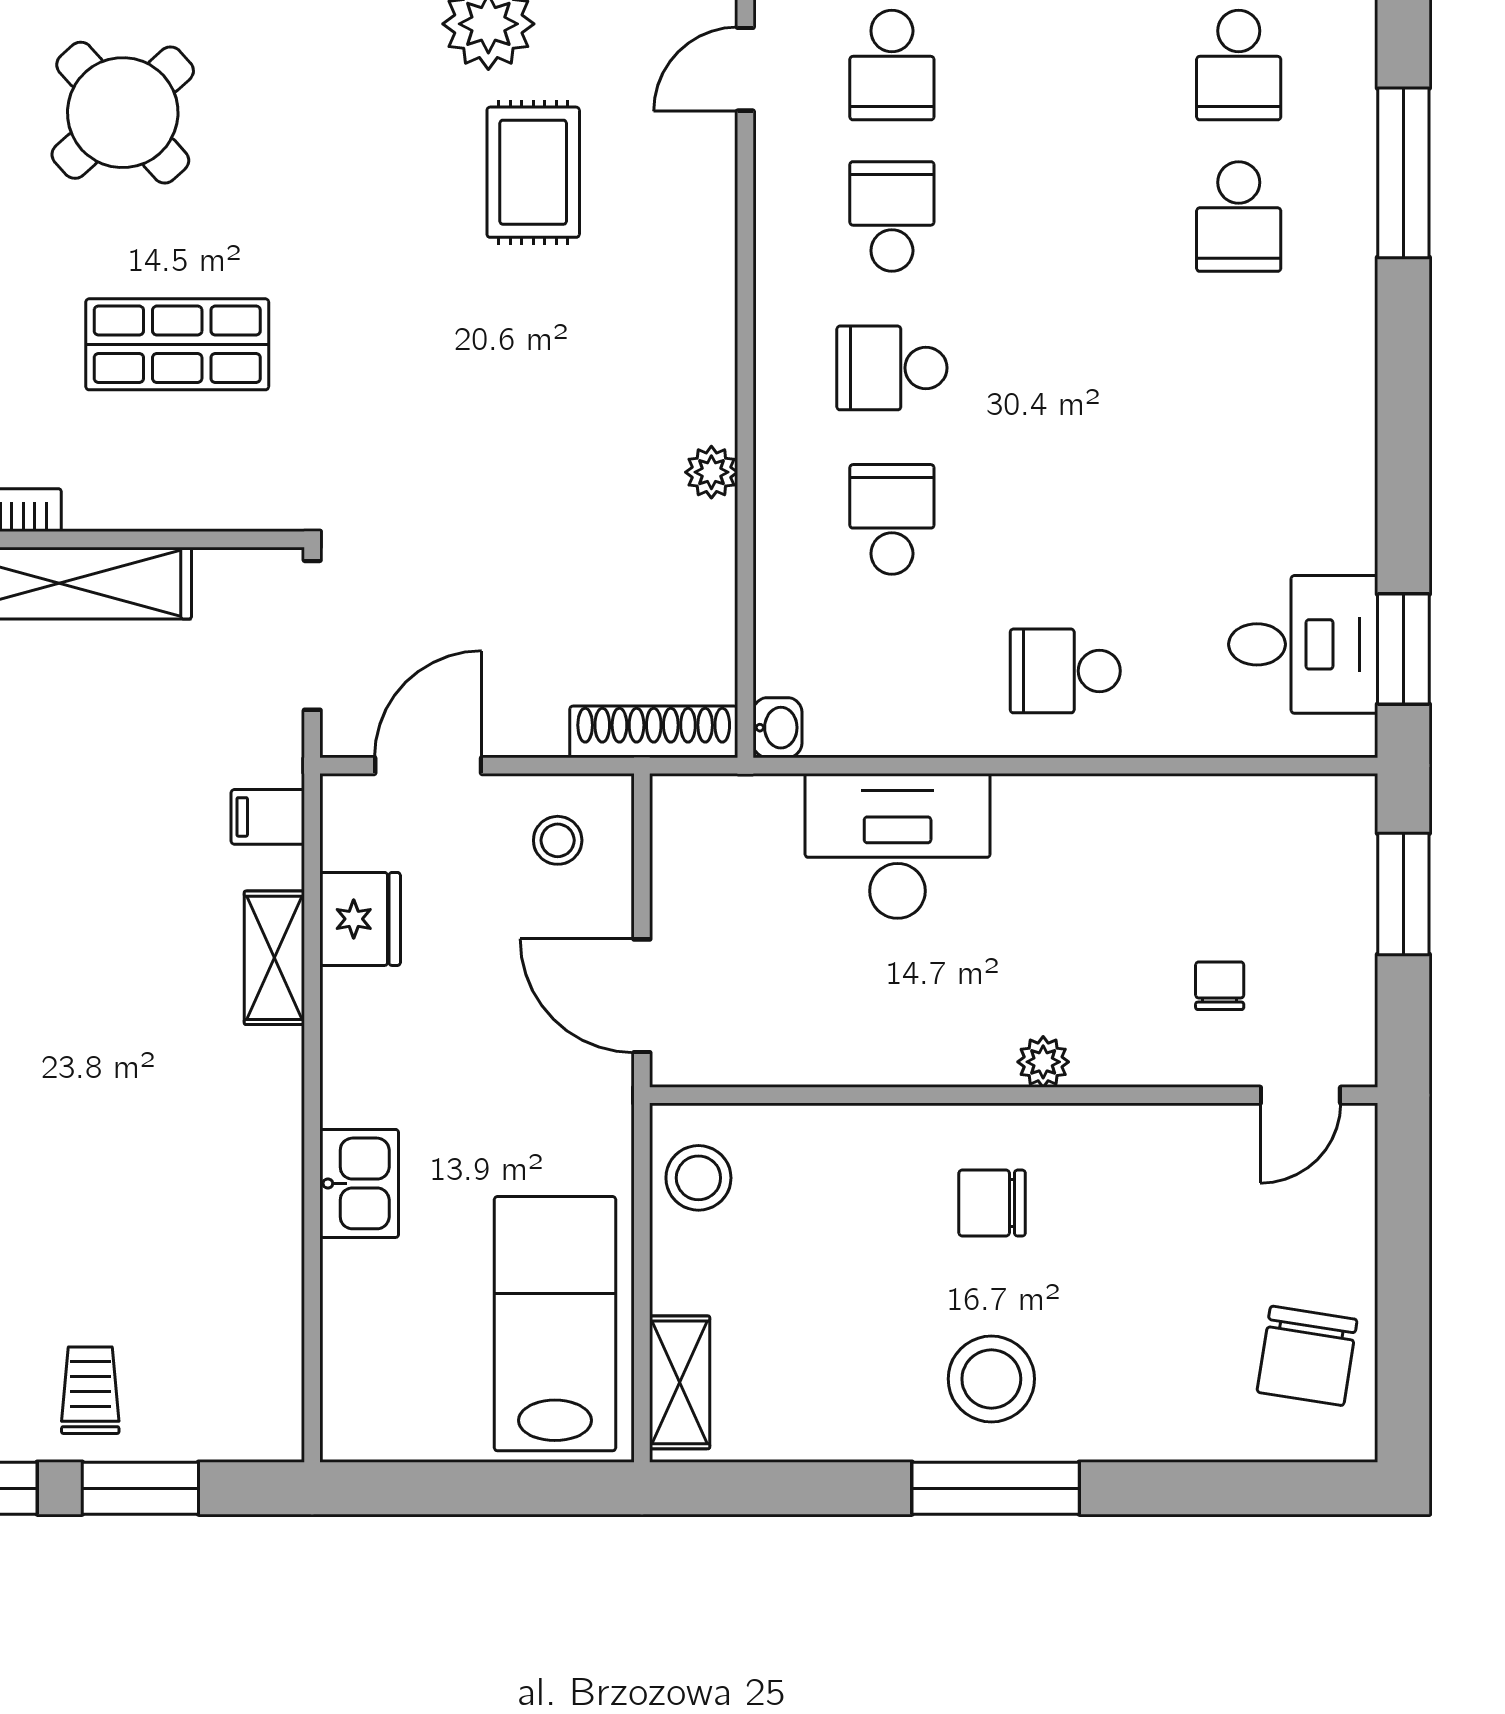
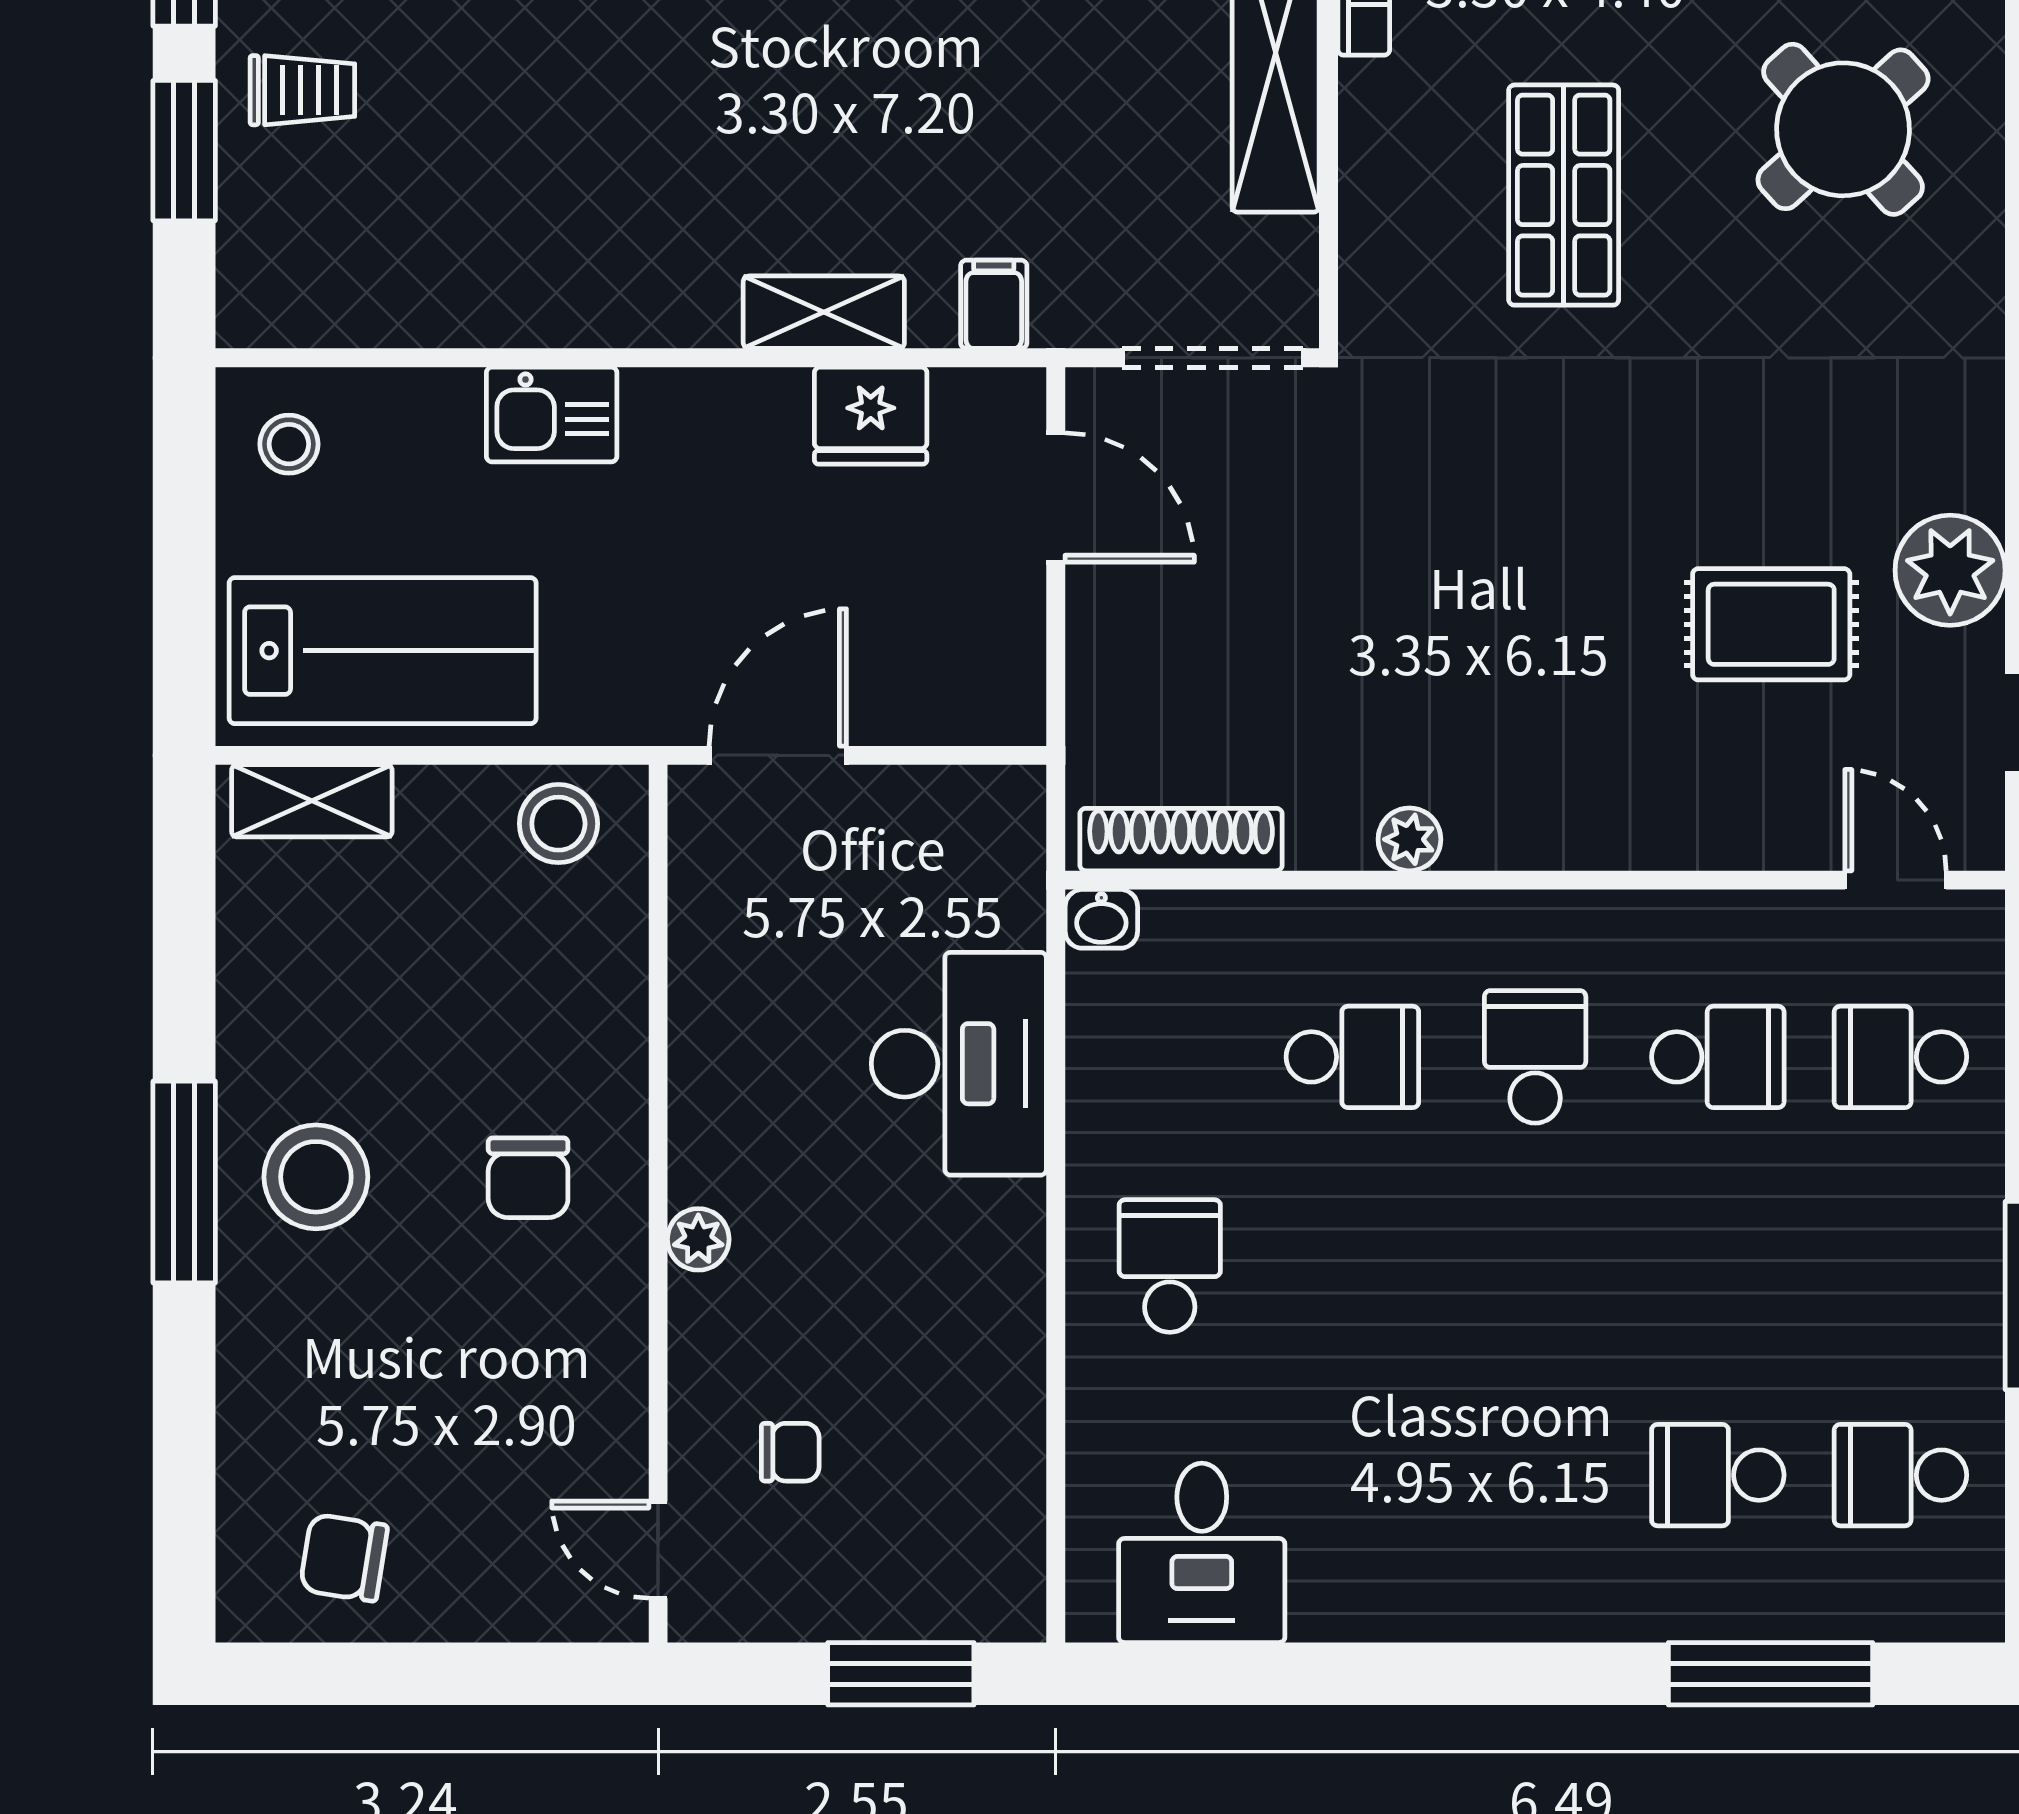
window: (1403, 649) -> (1196, 1674), removed
shoe rack: (654, 732) -> (1181, 840), moved, turned -90
stool: (558, 840) -> (289, 444), moved
chair: (992, 1203) -> (528, 1178), turned 180
chair: (1307, 1356) -> (344, 1558), width x0.73, depth x0.73

